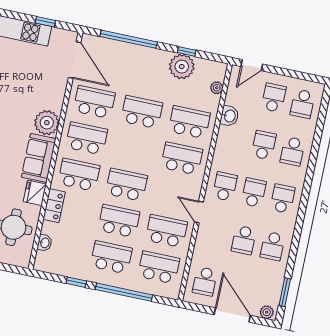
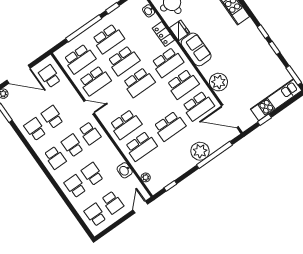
window: (187, 51) -> (170, 186), moved
plant: (182, 67) -> (200, 151), moved
plant: (47, 123) -> (218, 82), moved
school desk: (264, 145) -> (92, 174), turned 180
school desk: (254, 193) -> (72, 146), turned 180

